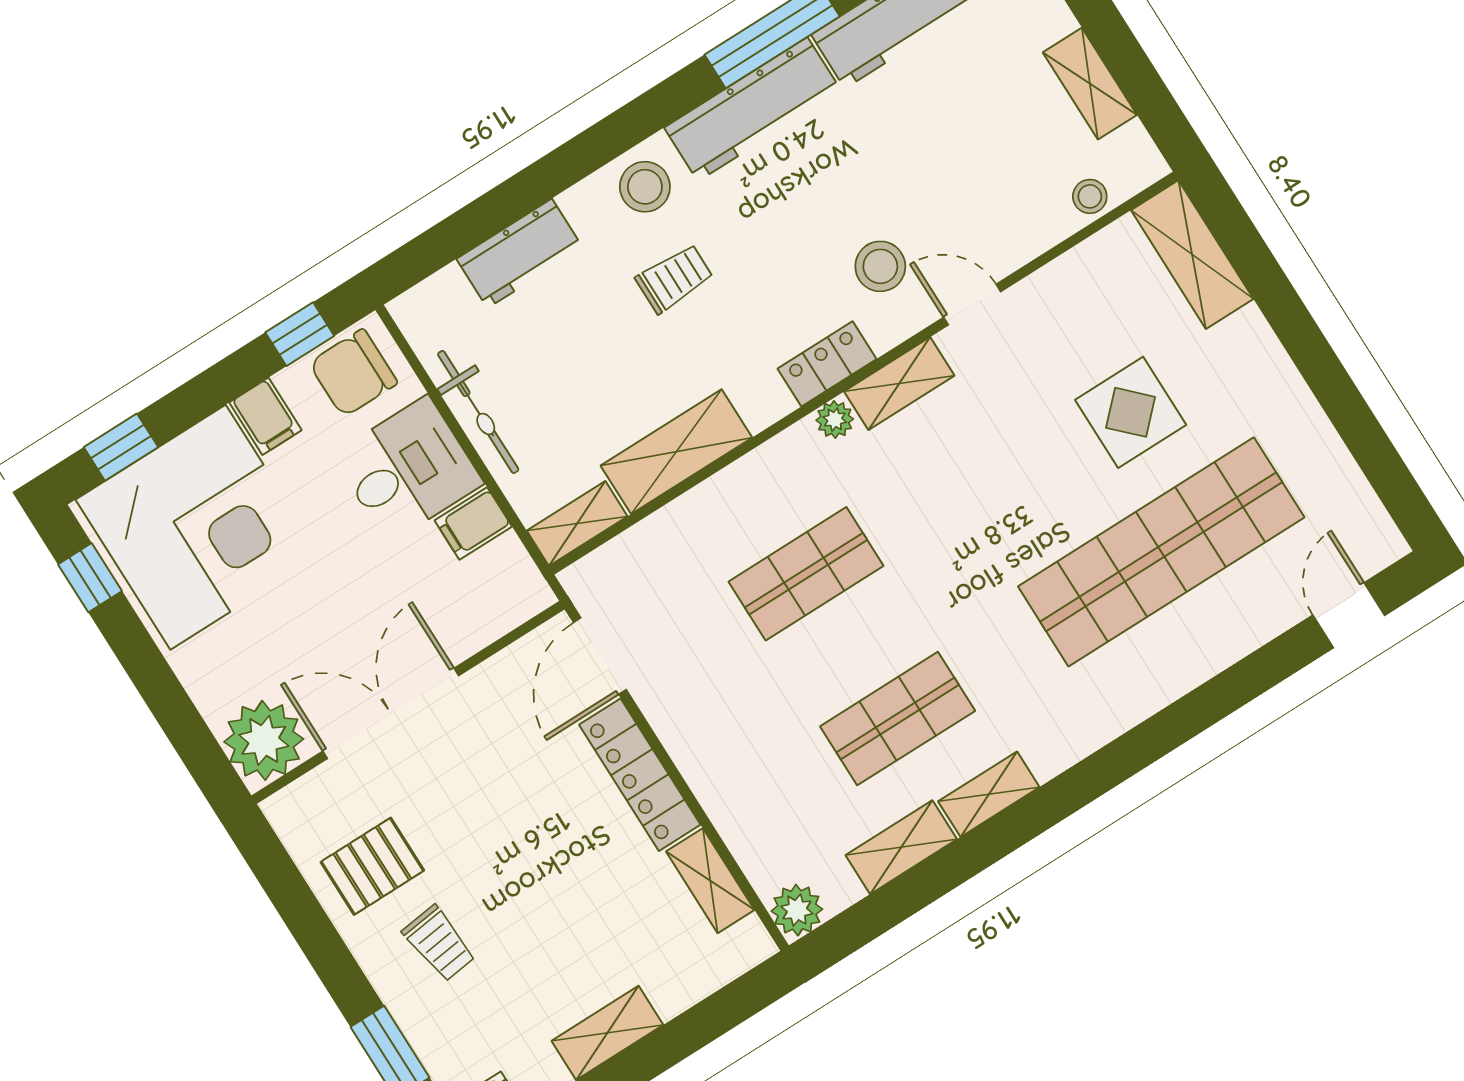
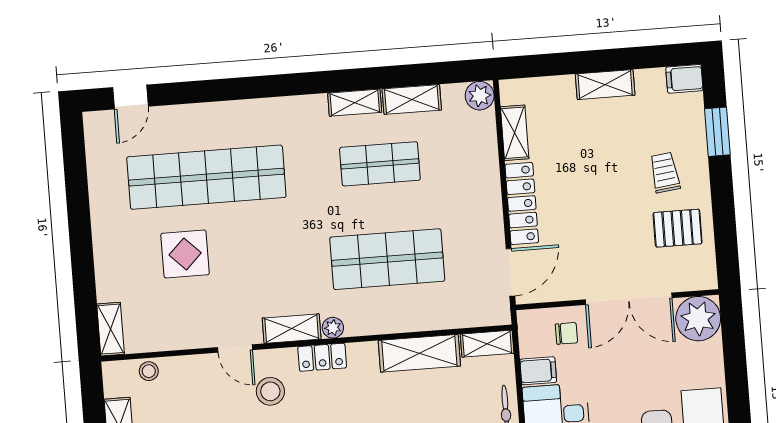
shelving: (1192, 255) -> (111, 329), width x0.67, depth x0.75
shop shelf: (806, 574) -> (387, 259), width x1.43, depth x1.36
chair: (460, 606) -> (566, 333), added

